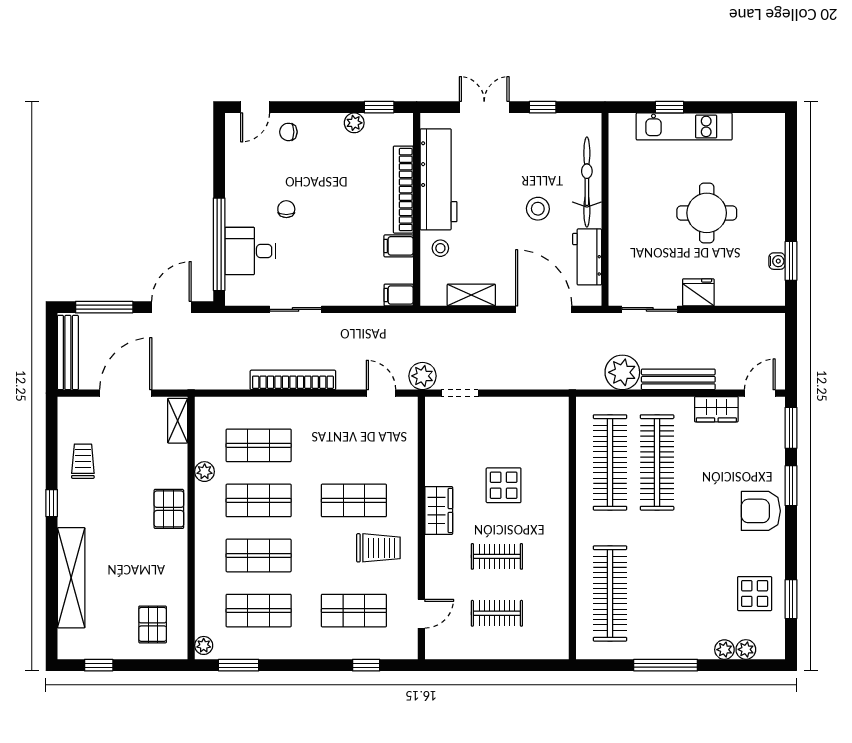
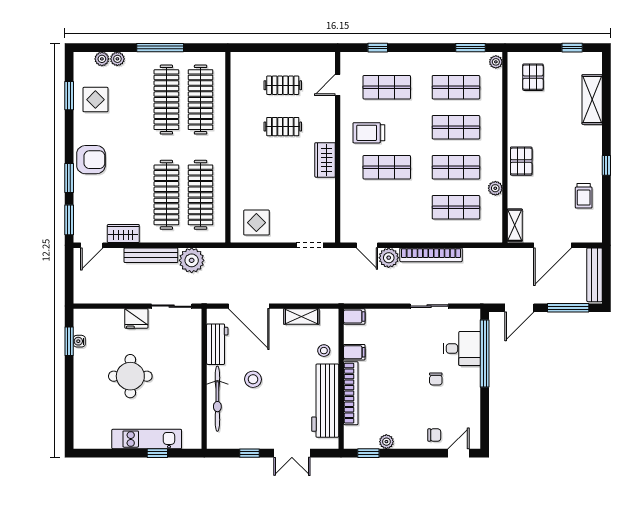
plant: (422, 376) -> (389, 258), moved
display table: (504, 485) -> (256, 223), moved
shelving: (71, 578) -> (592, 99), width x0.68
clothes rail: (657, 593) -> (166, 100), added

